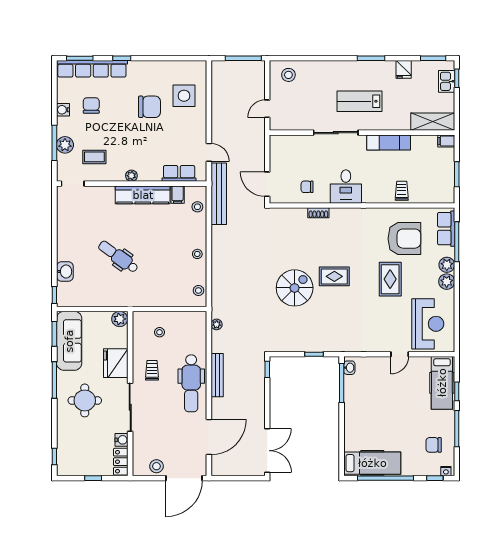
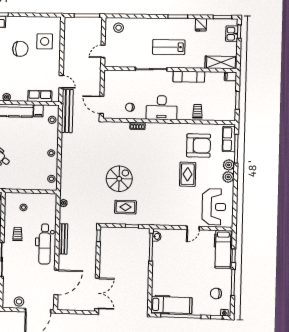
desk: (346, 187) -> (162, 108), width x1.37
rug: (334, 276) -> (125, 207), moved

